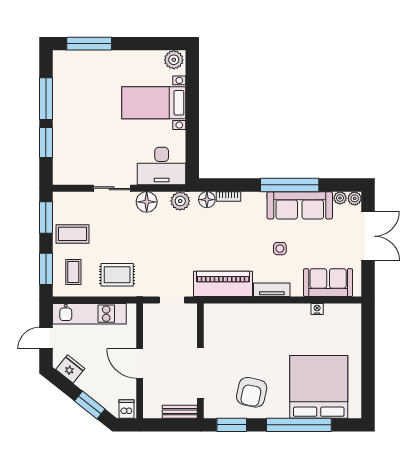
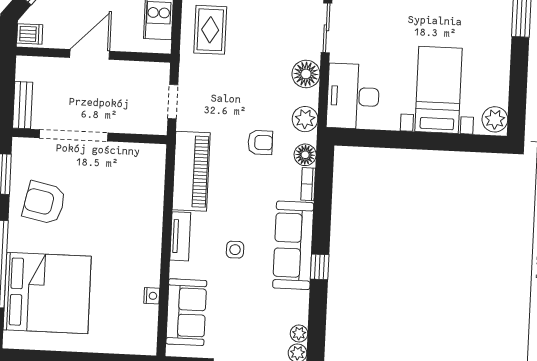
window: (290, 185) -> (320, 267), width x0.32
sofa: (300, 205) -> (293, 245), moved
armchair: (199, 234) -> (260, 142), added

